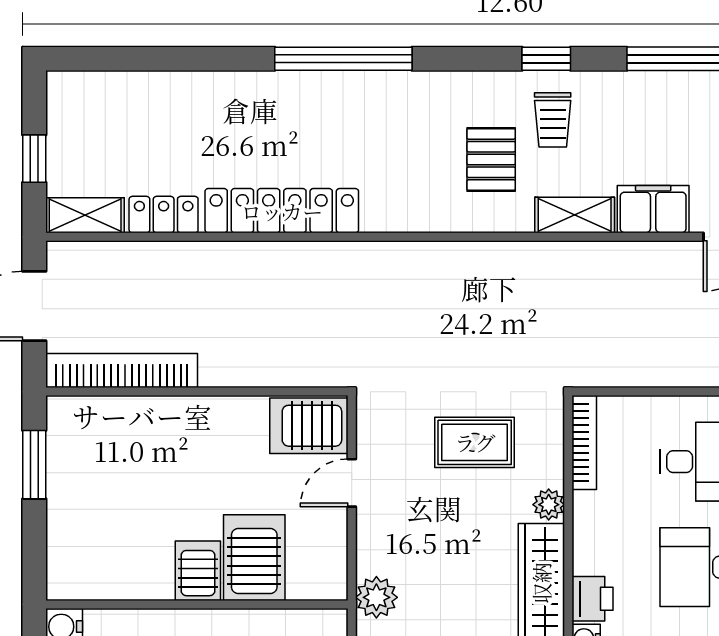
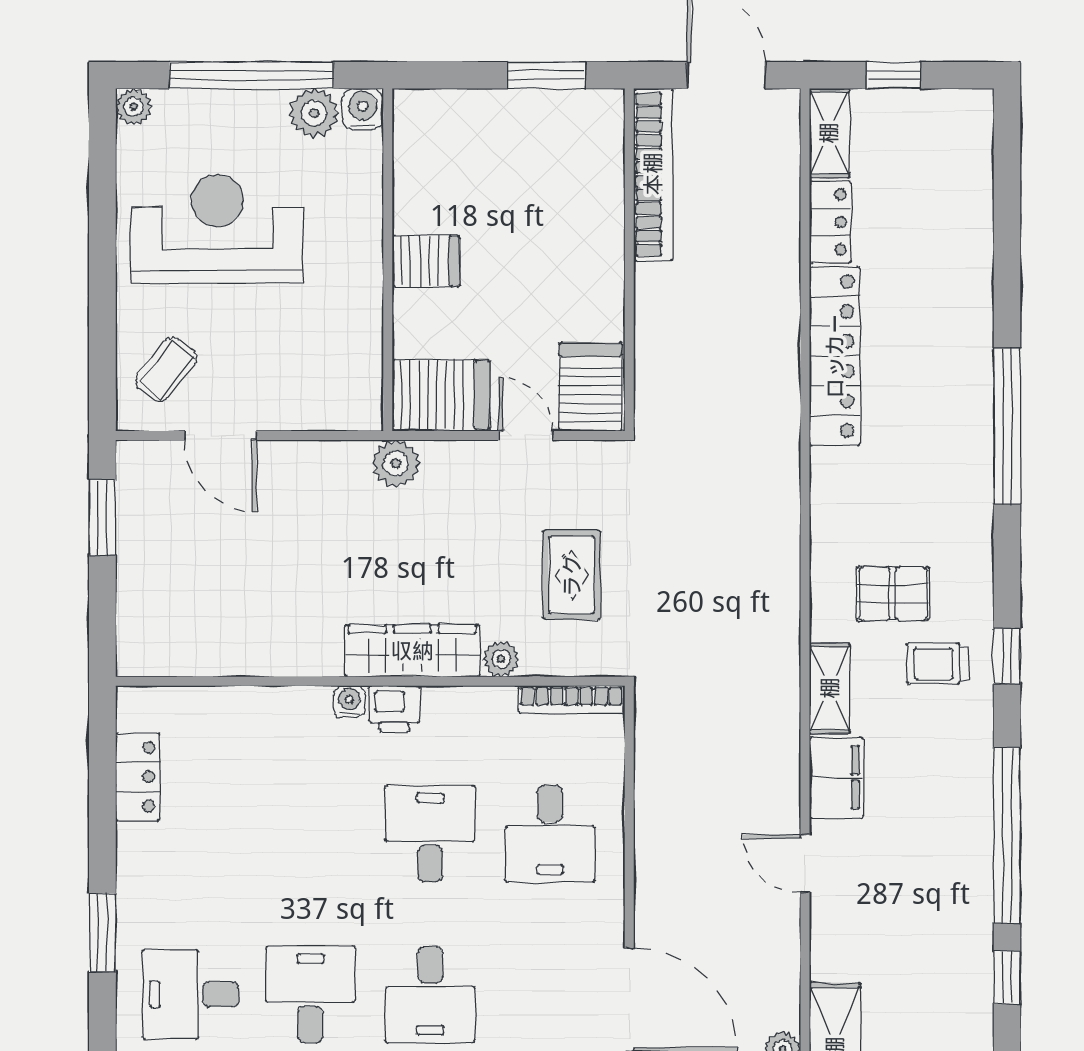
server rack: (254, 558) -> (441, 395), moved

